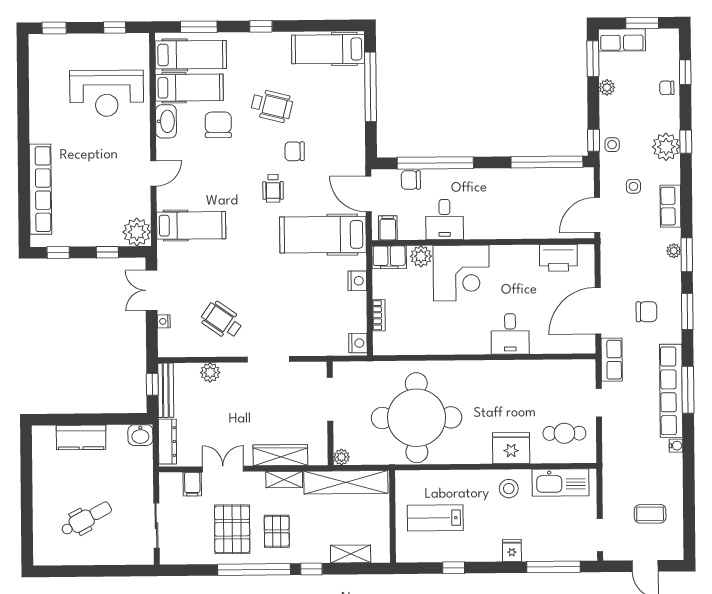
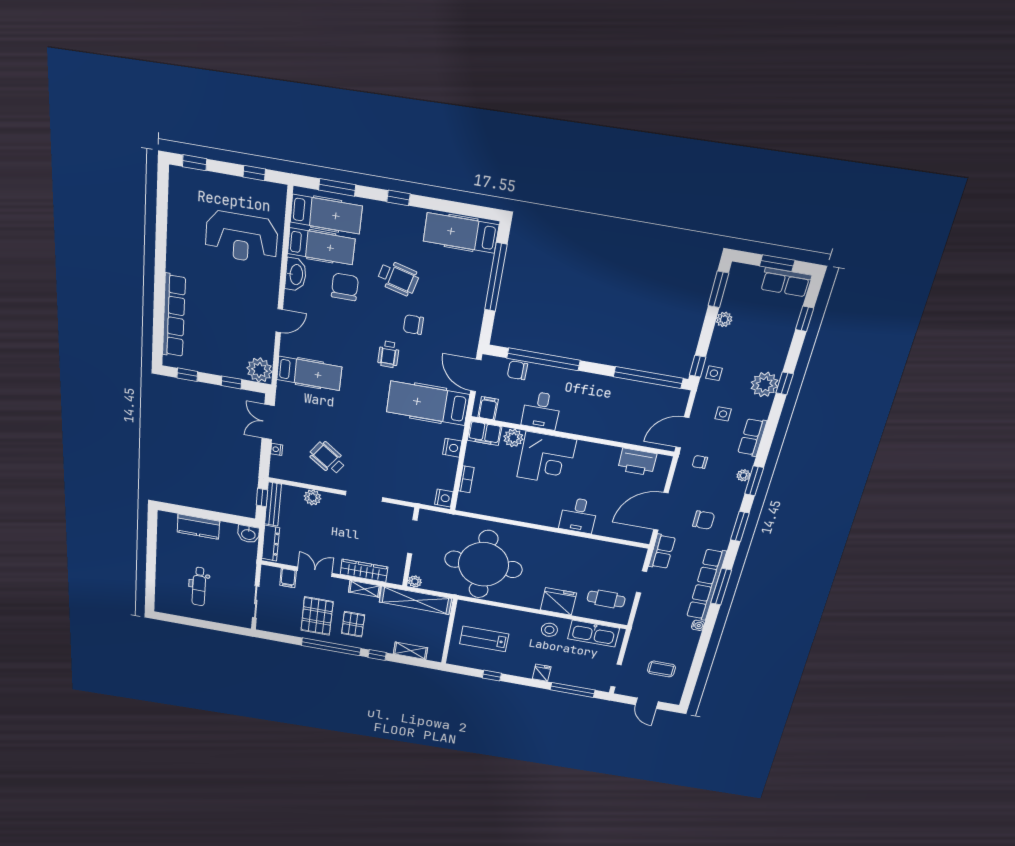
row of seats: (622, 40) -> (786, 282), moved
chair: (667, 88) -> (700, 462), moved
dental chair: (86, 519) -> (199, 586), turned 118

